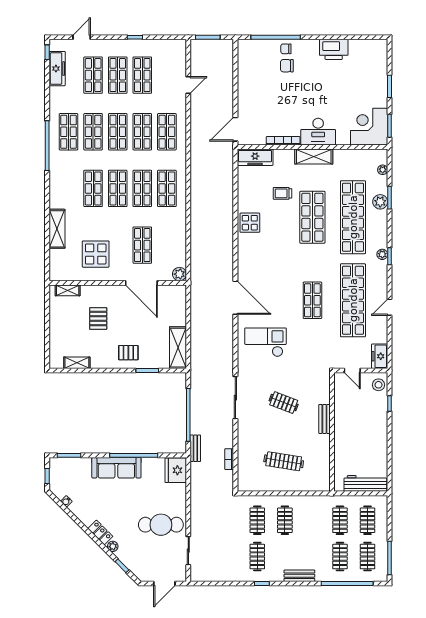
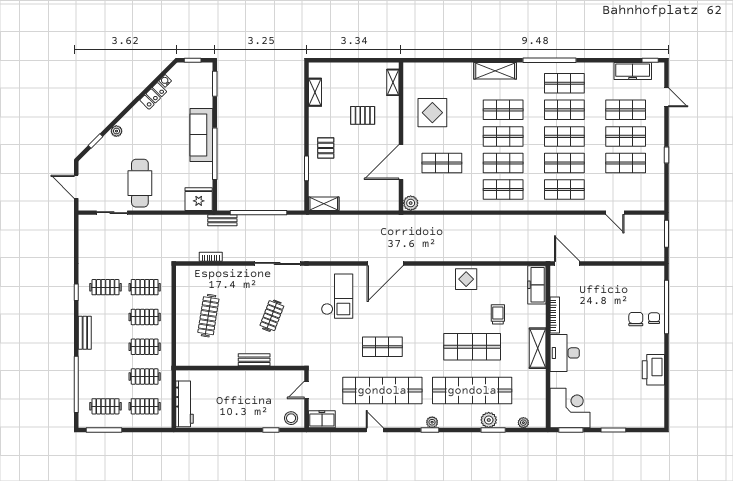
shelving: (57, 229) -> (495, 71), moved
shelving: (178, 348) -> (324, 204), width x0.67, depth x0.75
locker: (100, 532) -> (153, 96), moved
clothes rail: (340, 557) -> (145, 347), moved

